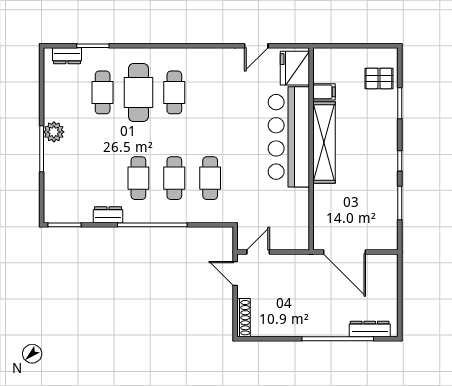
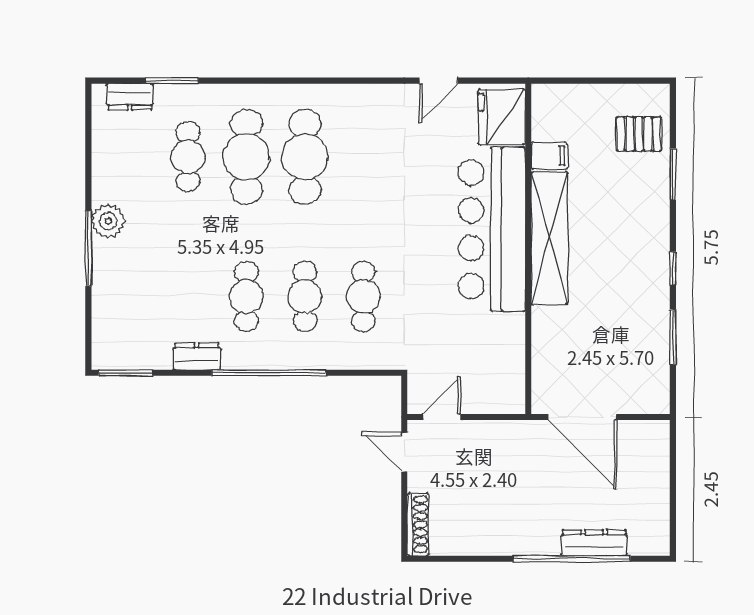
cafe table: (174, 92) -> (305, 157), width x1.37, depth x1.35
dresser: (370, 329) -> (594, 543), moved

